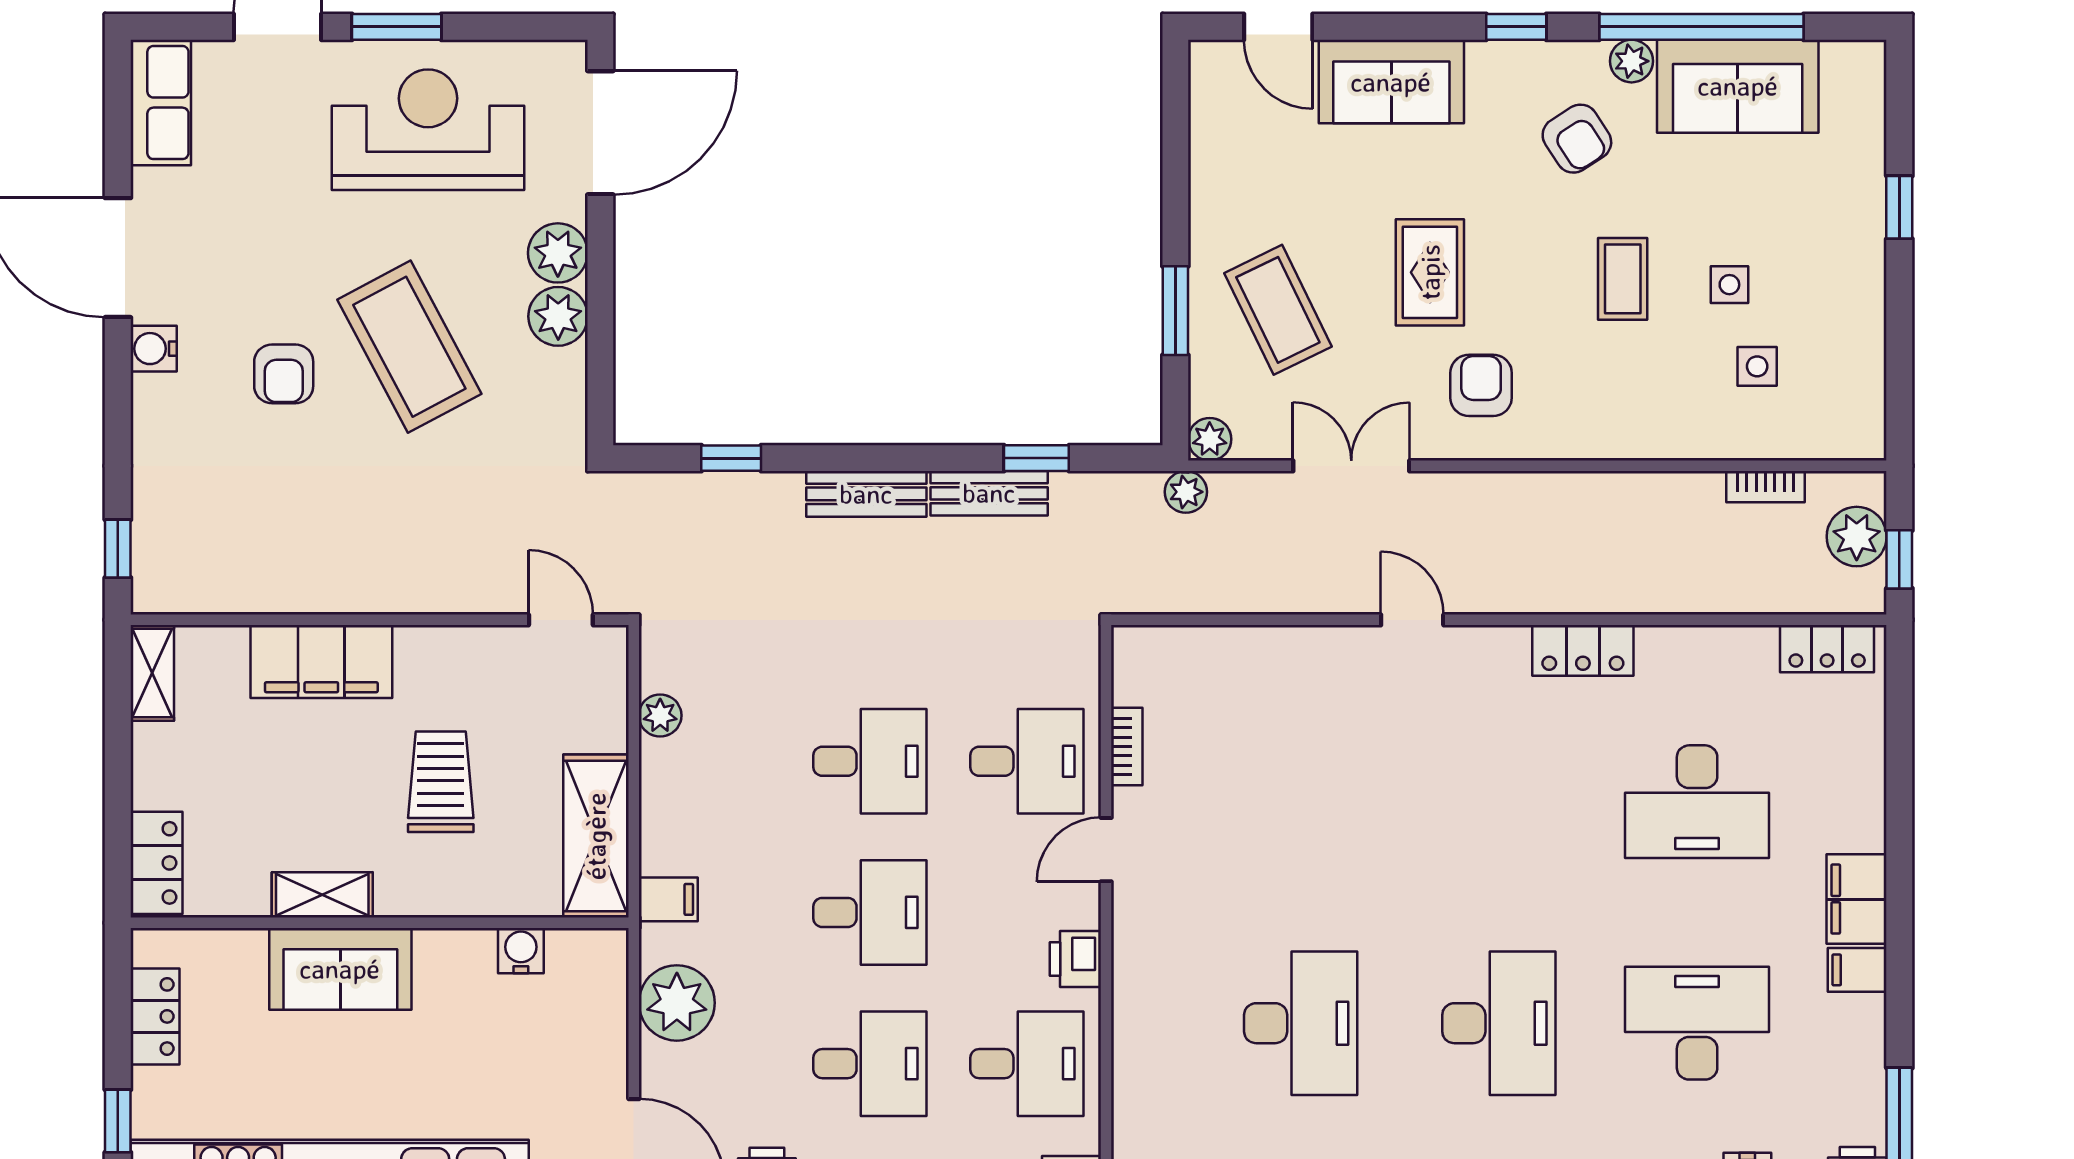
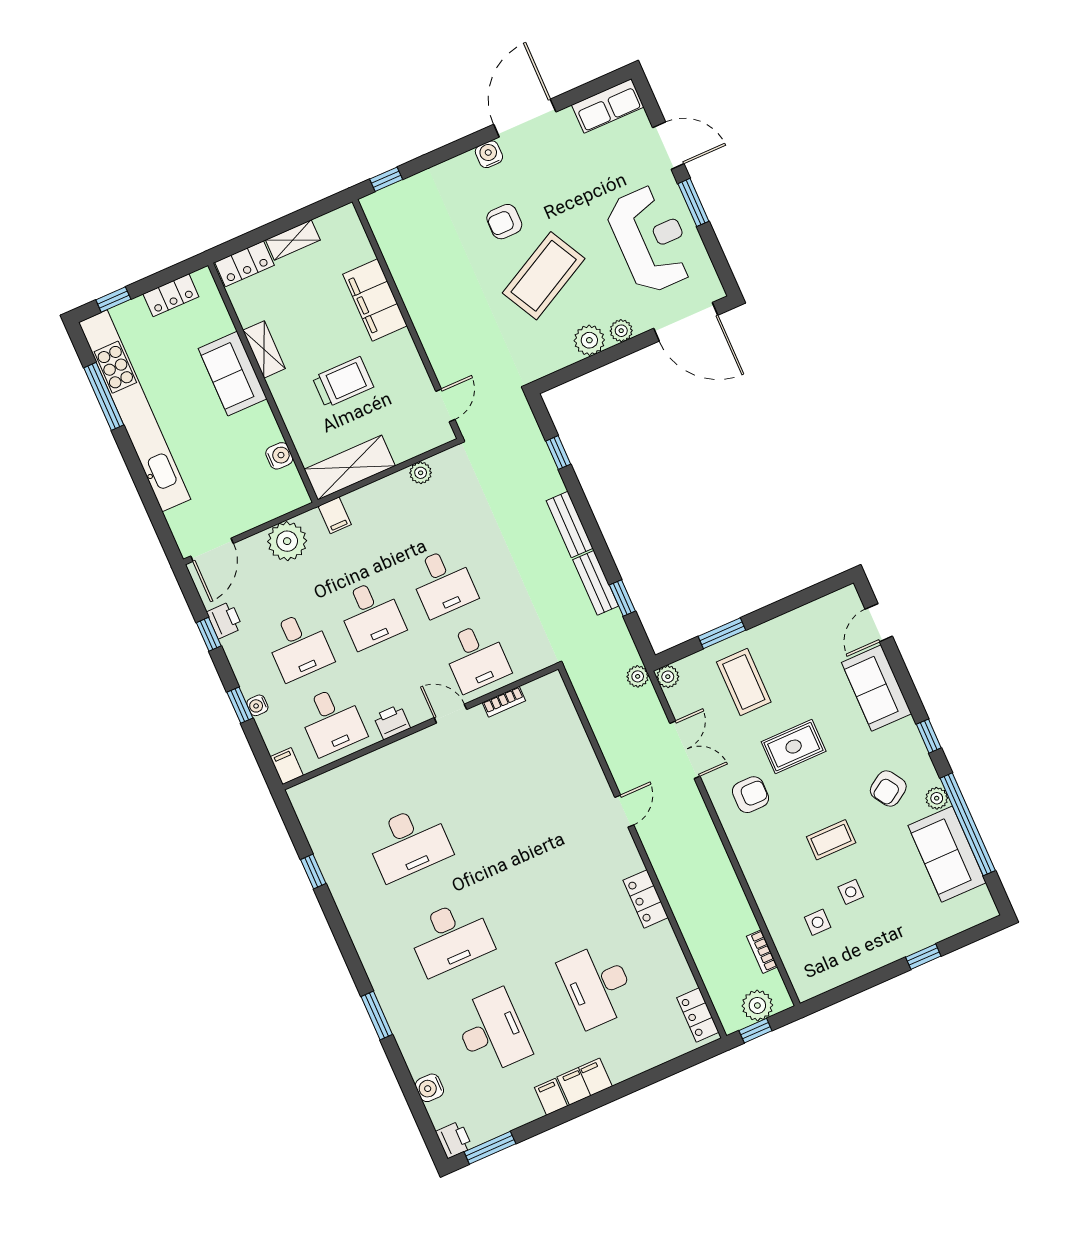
plant: (558, 253) -> (621, 331), width x0.73, depth x0.73
coffee table: (1278, 310) -> (744, 682), turned -64
shelving: (152, 673) -> (293, 240), moved

